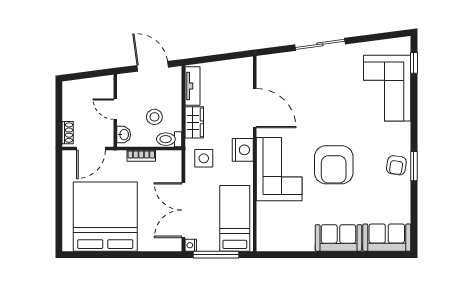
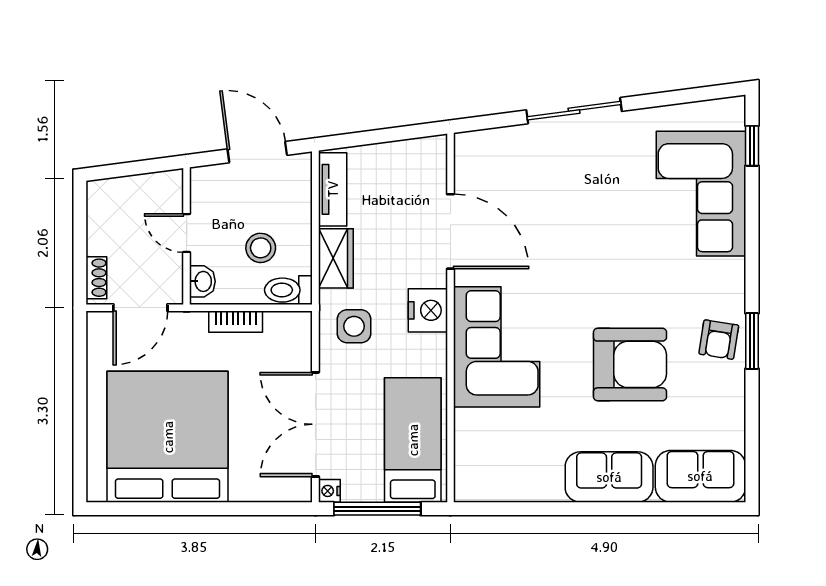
armchair: (334, 165) -> (630, 364), moved, turned -90

